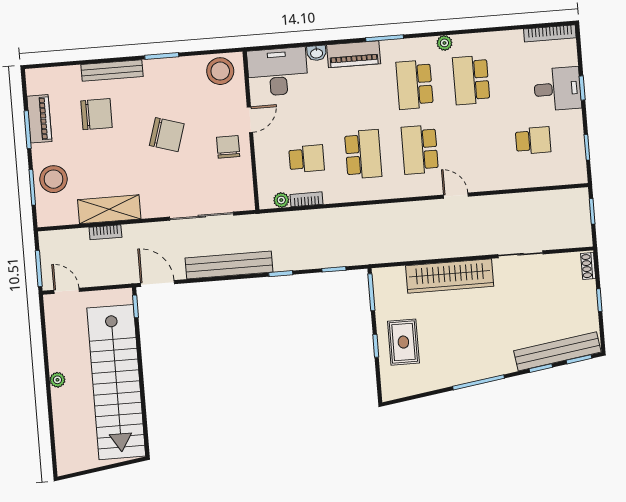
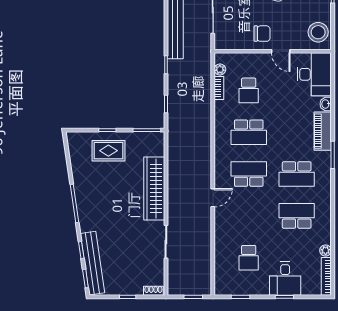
plant: (444, 43) -> (326, 250), moved
school desk: (415, 85) -> (297, 174), turned 180

